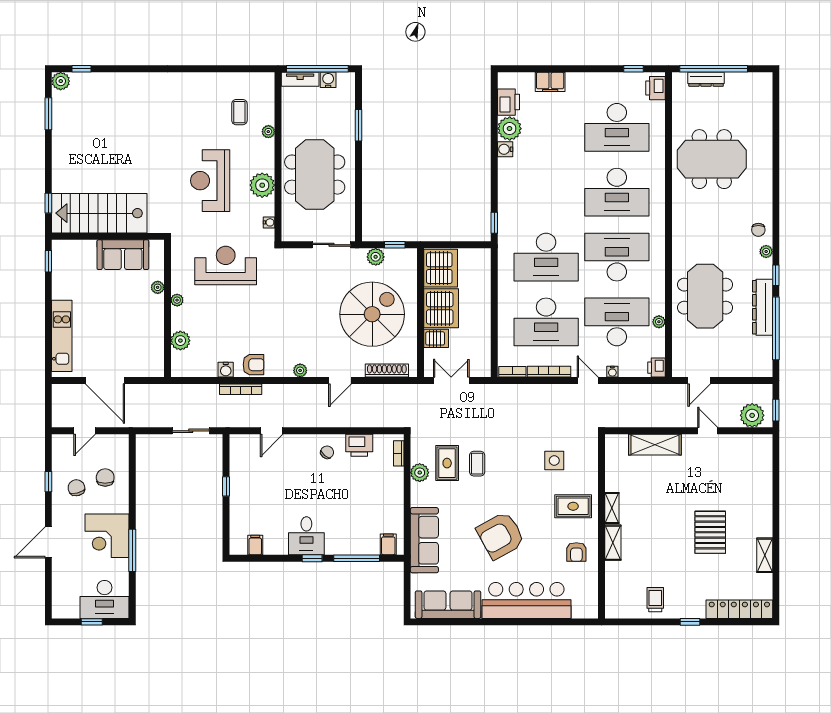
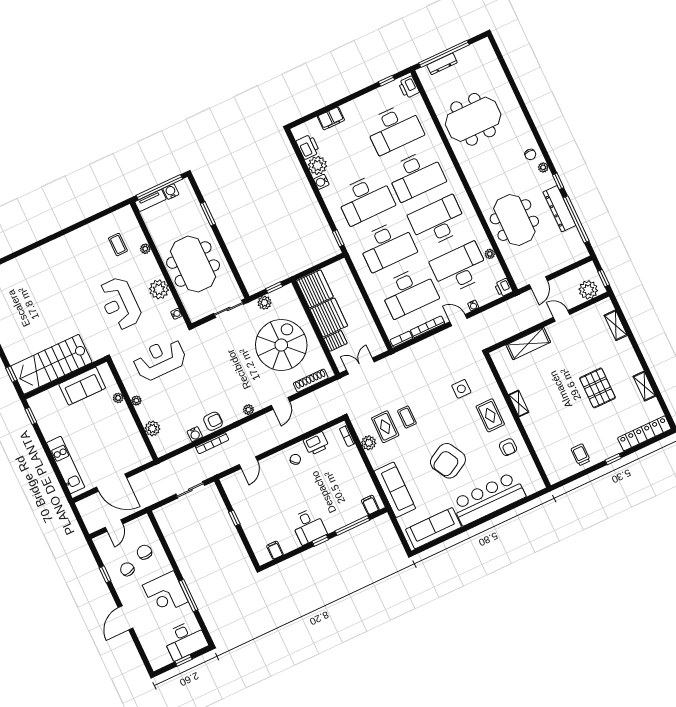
desk: (546, 192) -> (365, 199), added
rug: (573, 506) -> (490, 415), turned 90
shelving: (613, 543) -> (616, 325), moved

